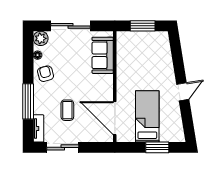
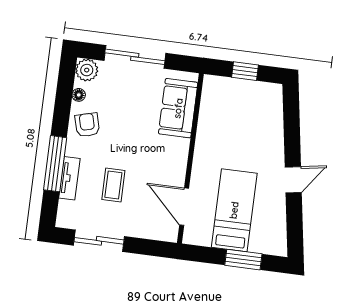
window: (143, 26) -> (245, 71), width x0.67
door: (115, 118) -> (184, 207), width x0.73
tv unit: (39, 128) -> (69, 178), moved

